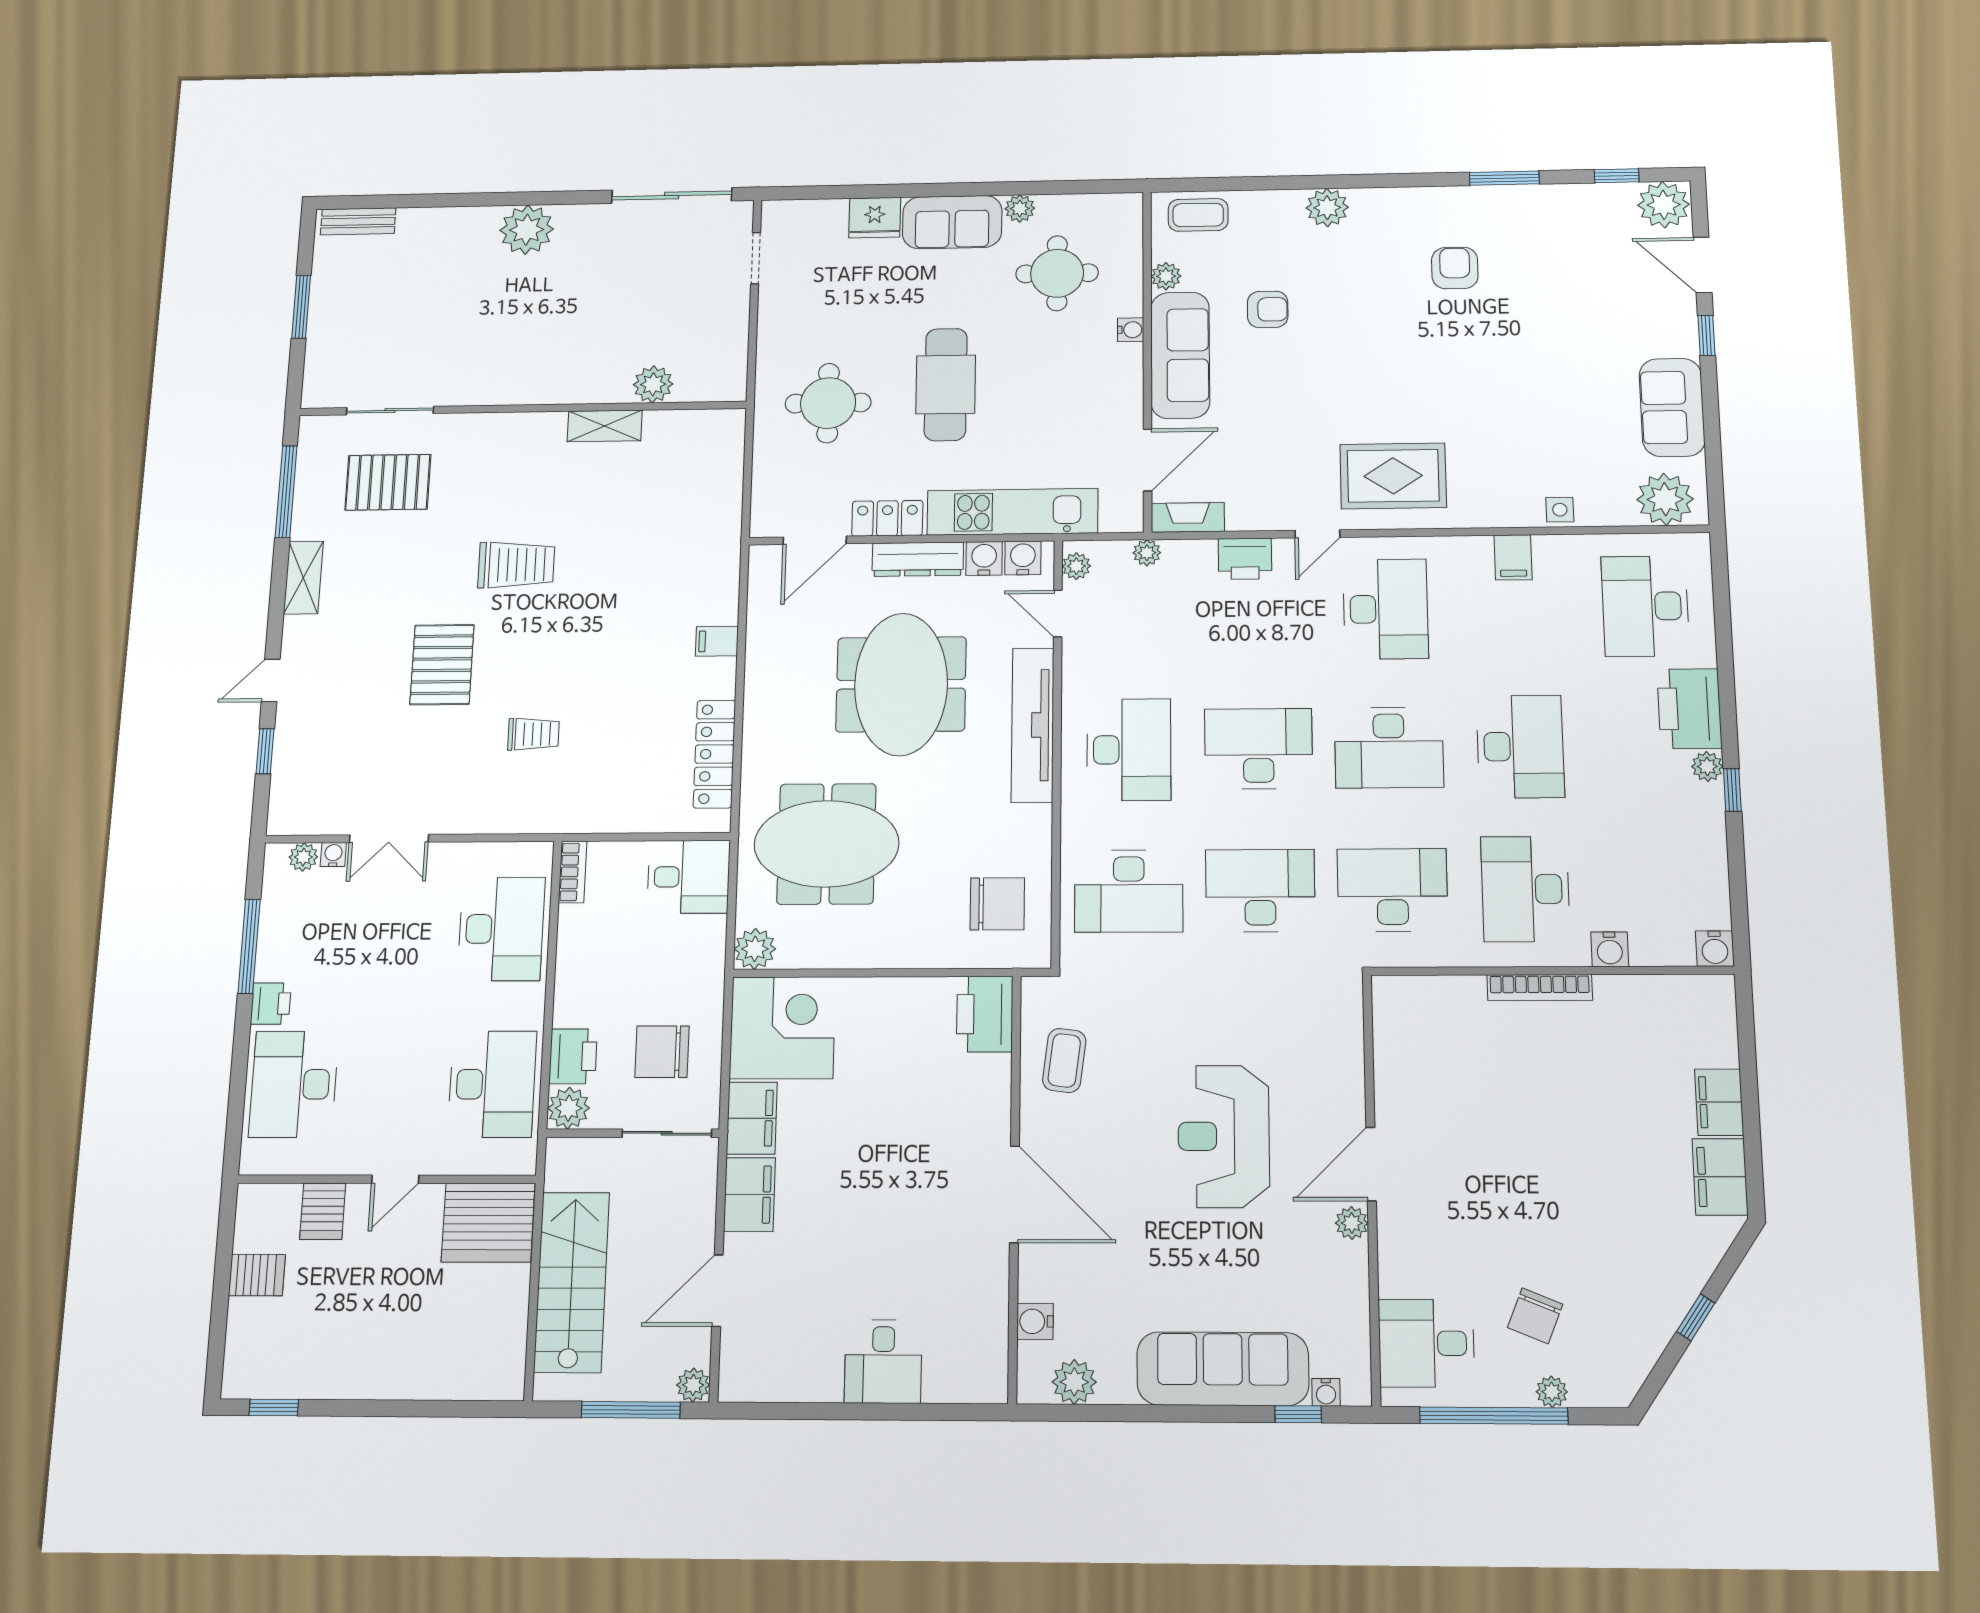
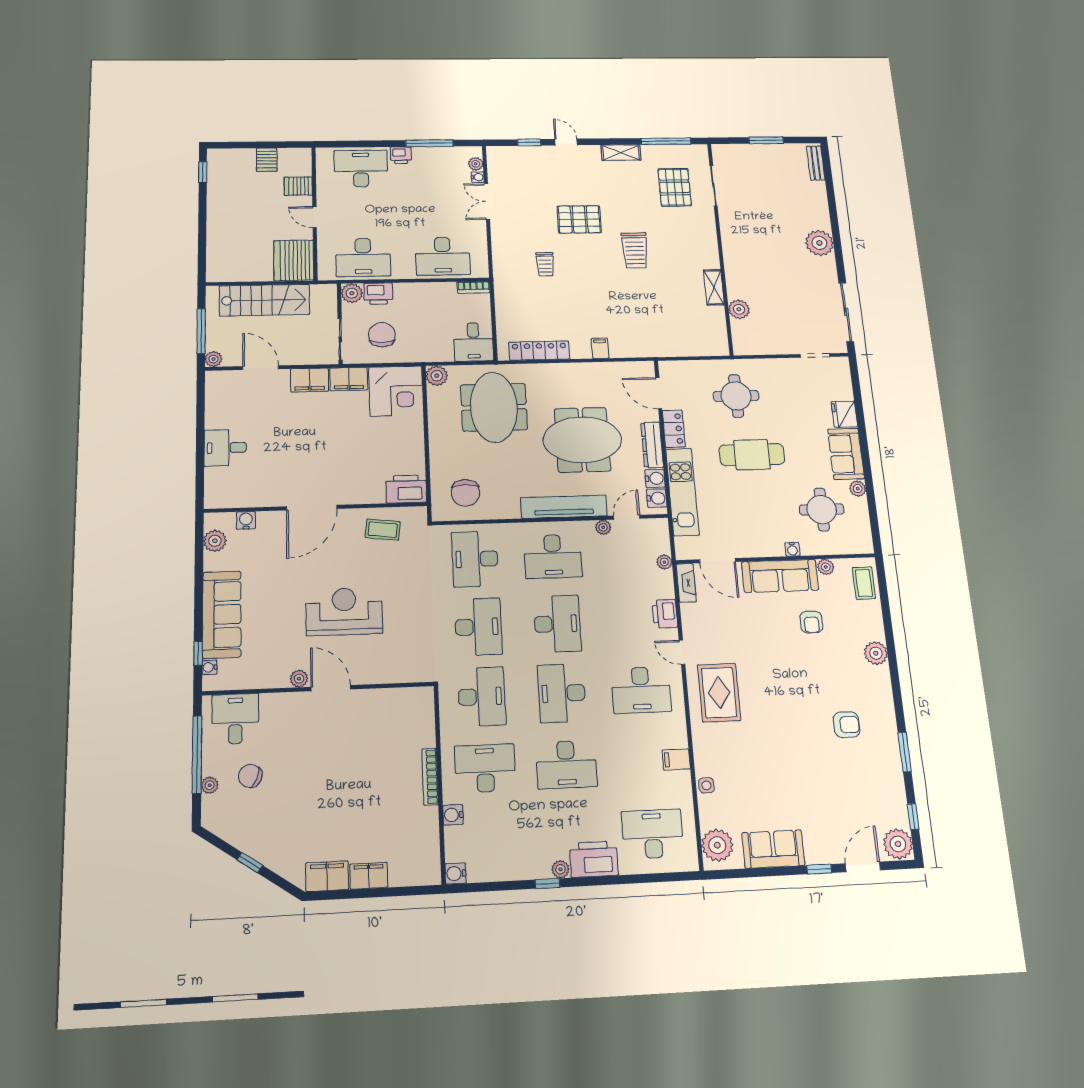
plant: (1076, 566) -> (603, 527), moved

